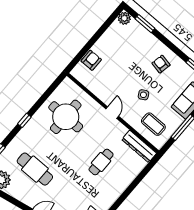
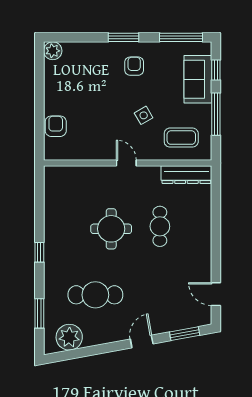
window: (145, 24) -> (124, 37), moved
armchair: (161, 64) -> (134, 66), turned 79
round table: (66, 117) -> (111, 229), moved, width x0.73, depth x0.73

